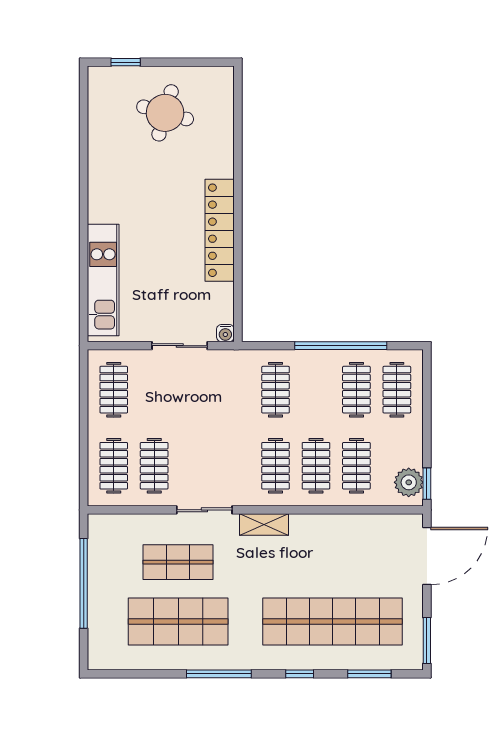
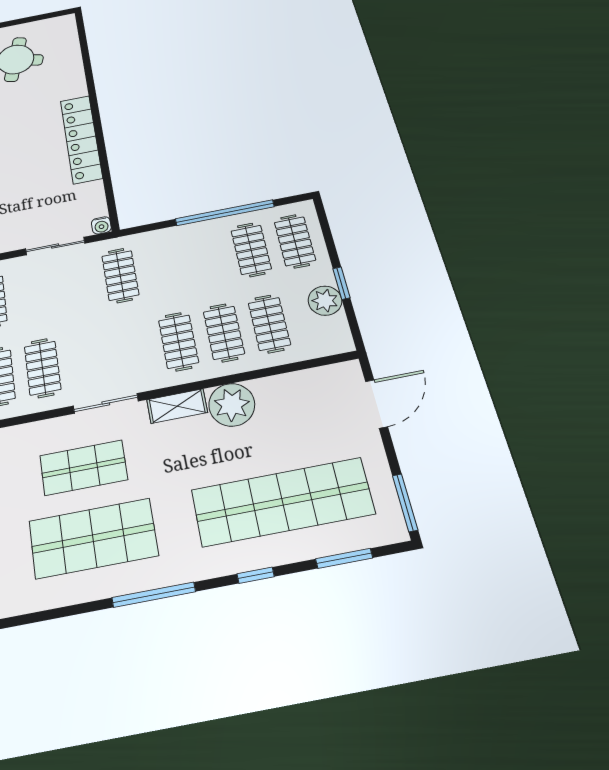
clothes rail: (276, 390) -> (120, 275), moved
plant: (409, 482) -> (325, 301), moved
window: (427, 484) -> (341, 283), moved
plant: (309, 533) -> (232, 405), added
door: (427, 556) -> (376, 404), width x0.73

